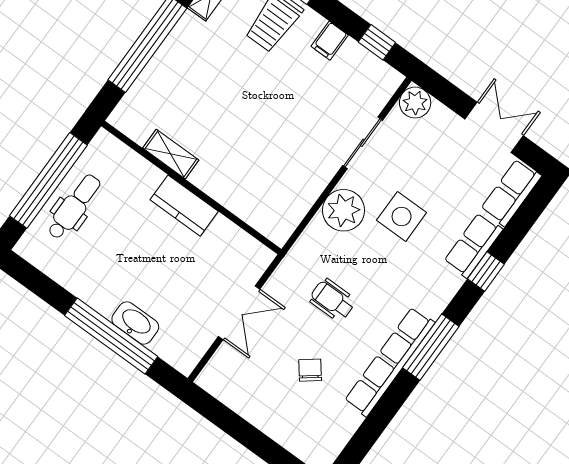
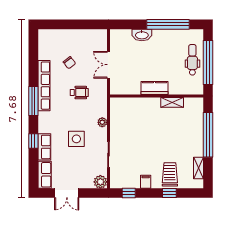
dental chair: (74, 207) -> (192, 60), turned 180
plant: (343, 210) -> (102, 122), width x0.53, depth x0.53
window: (111, 336) -> (168, 24), moved

